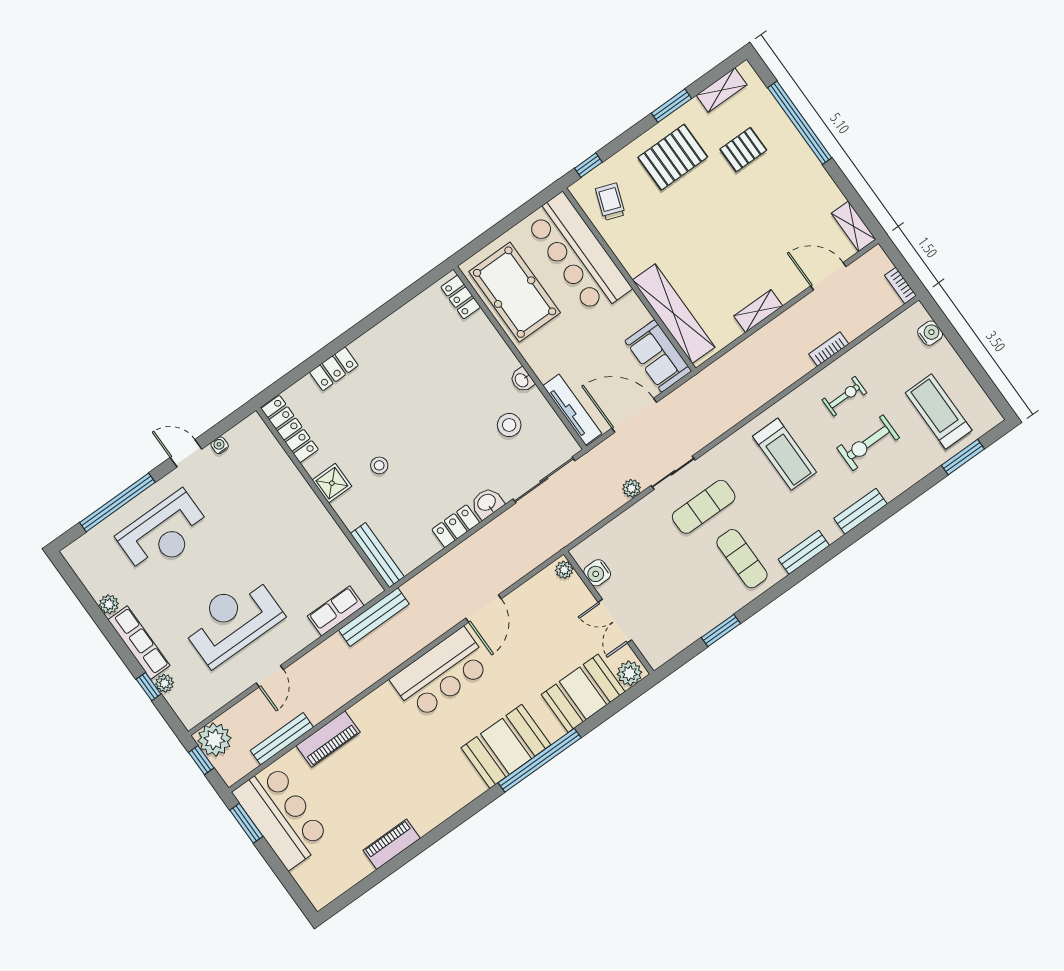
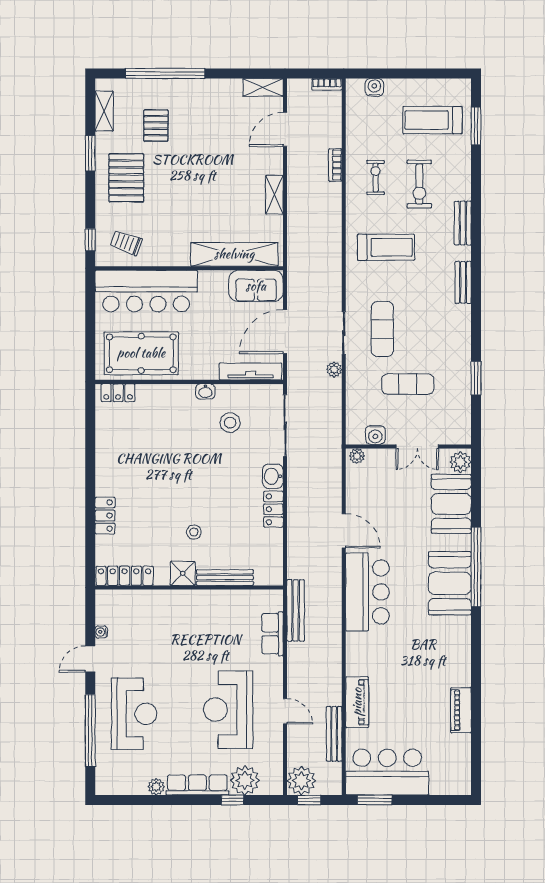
bench: (377, 555) -> (225, 578), moved
exercise mat: (742, 559) -> (408, 384), moved
plant: (165, 683) -> (245, 780), width x1.88, depth x1.88

